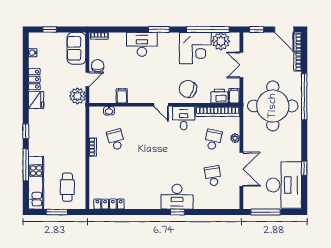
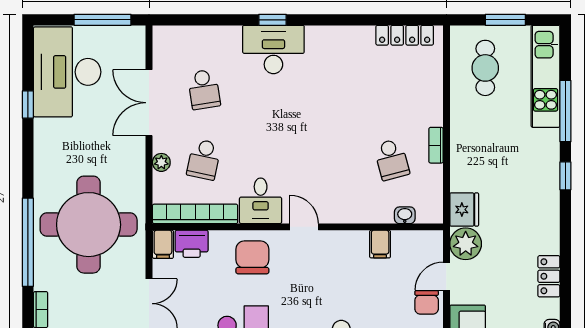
chair: (188, 89) -> (252, 257), turned -110
fridge: (36, 100) -> (464, 209), moved, turned 180

